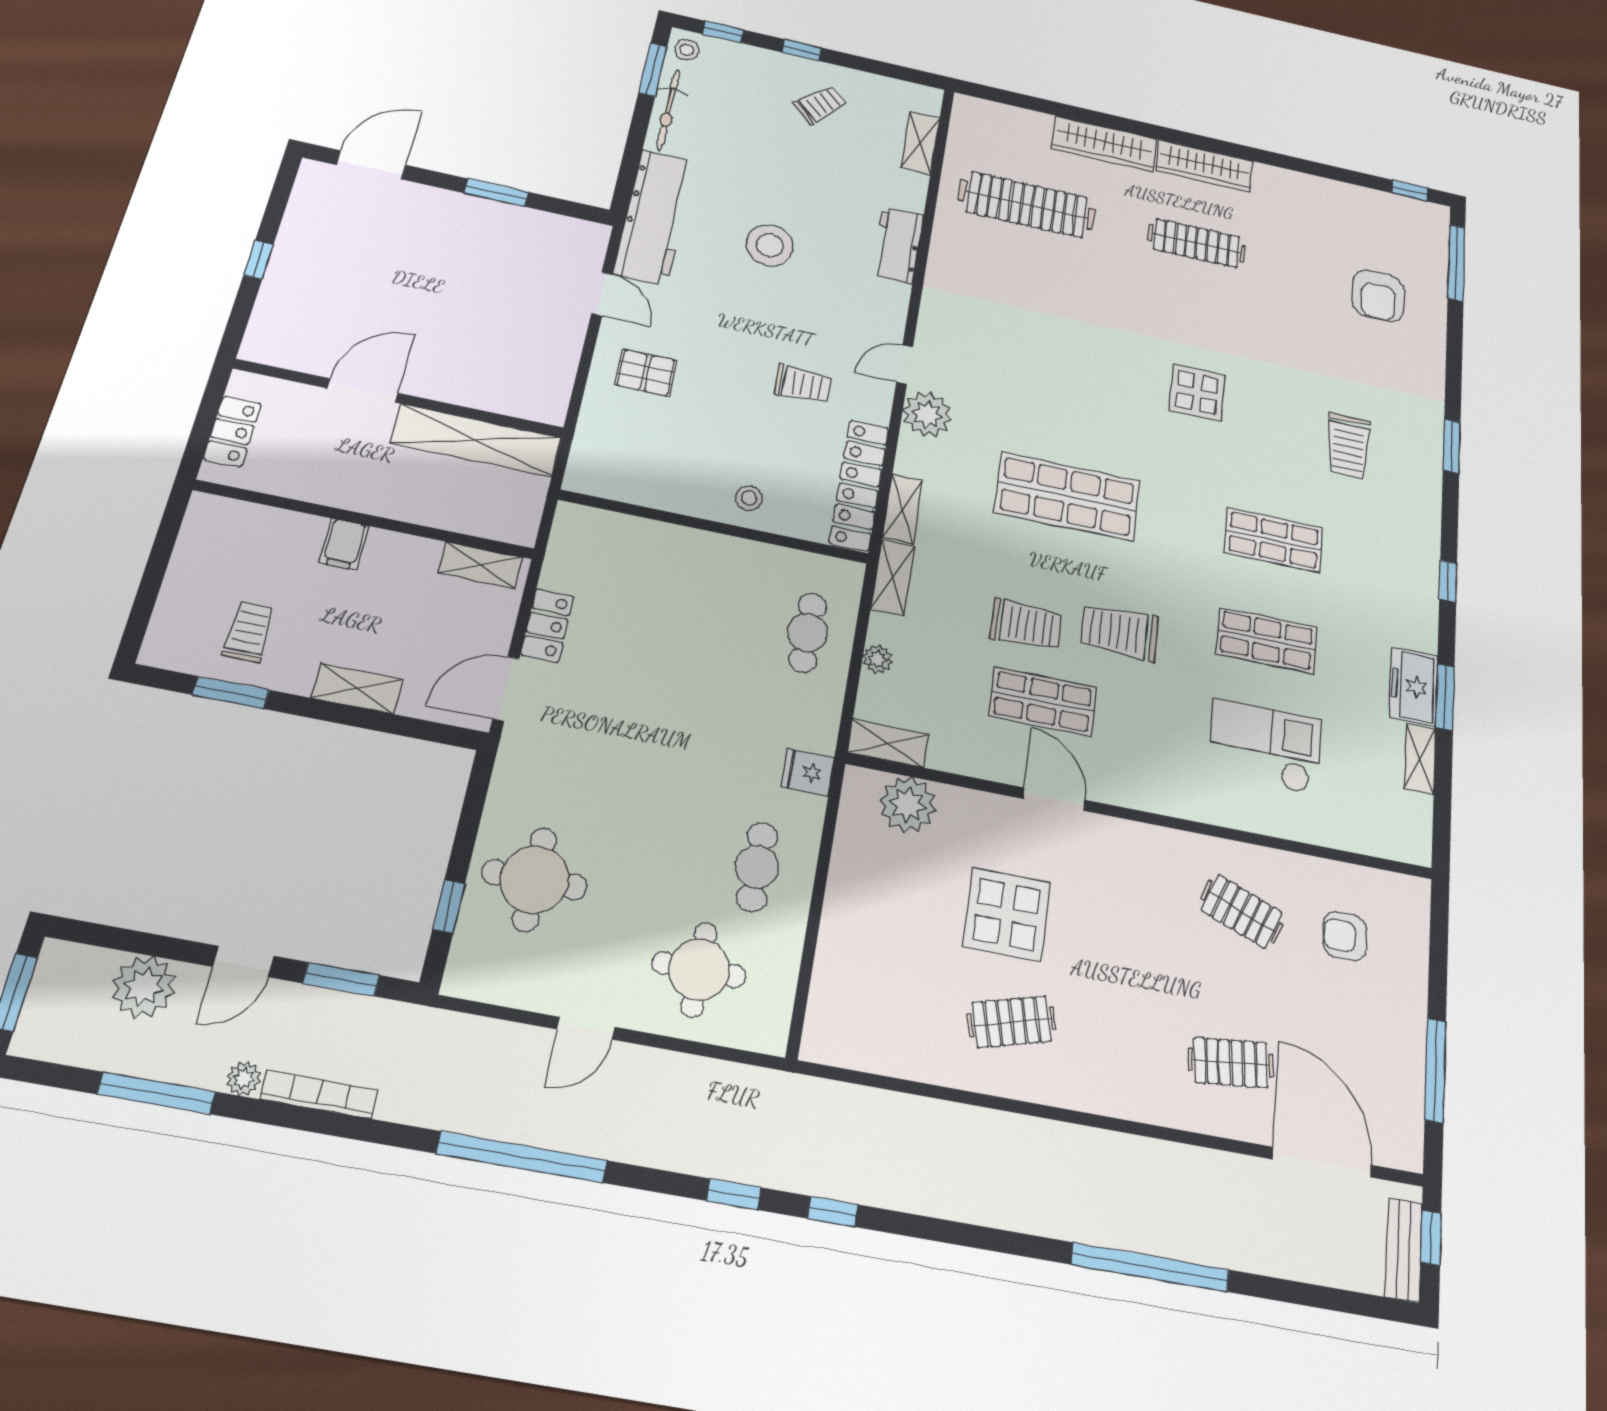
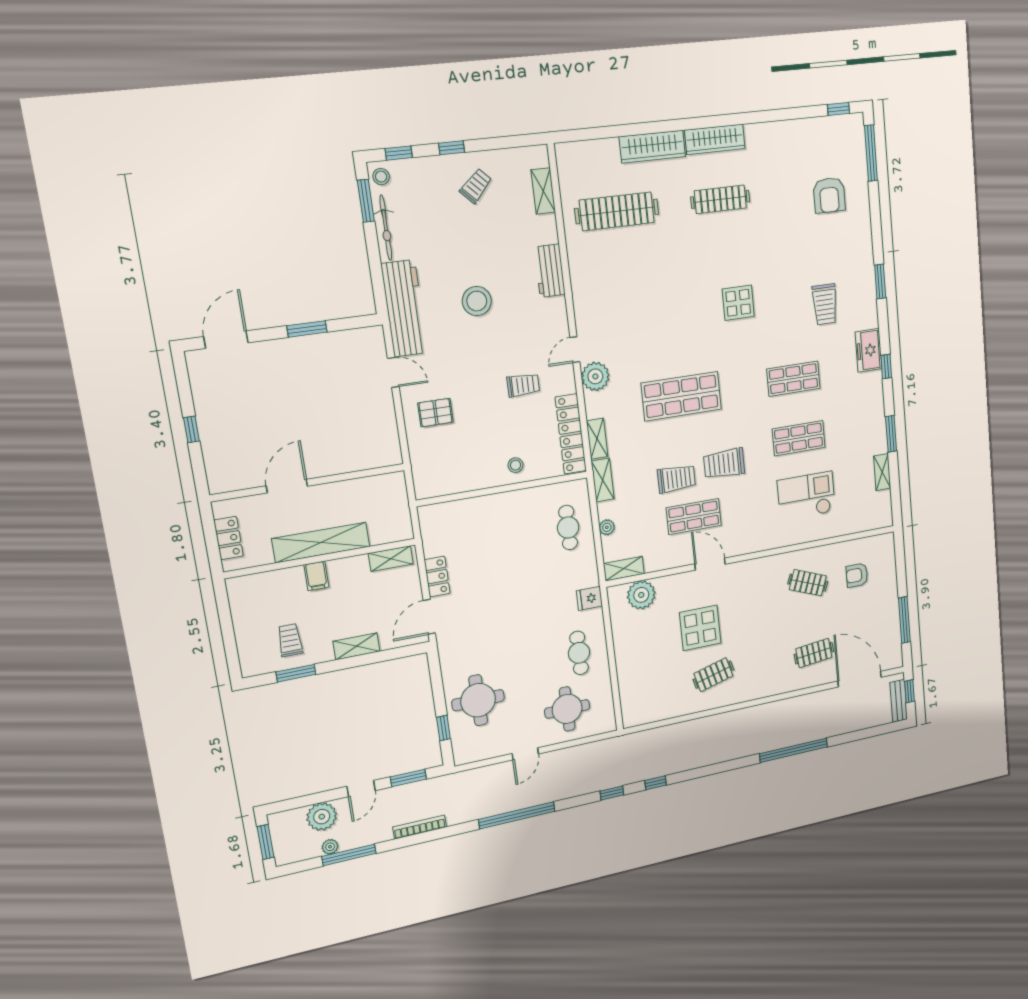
shelving: (476, 440) -> (321, 542), moved
freezer: (1413, 686) -> (869, 350), moved
plant: (244, 1078) -> (330, 847), moved

